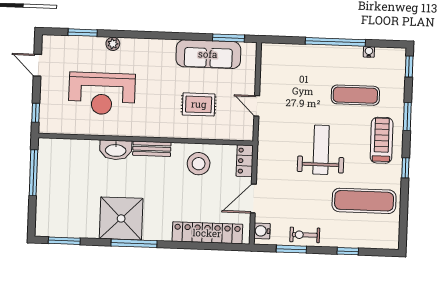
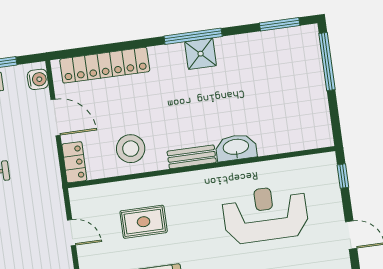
window: (33, 173) -> (327, 62), moved
door: (253, 199) -> (56, 117), hinge flipped
shower: (121, 218) -> (201, 54), width x0.54, depth x0.54

